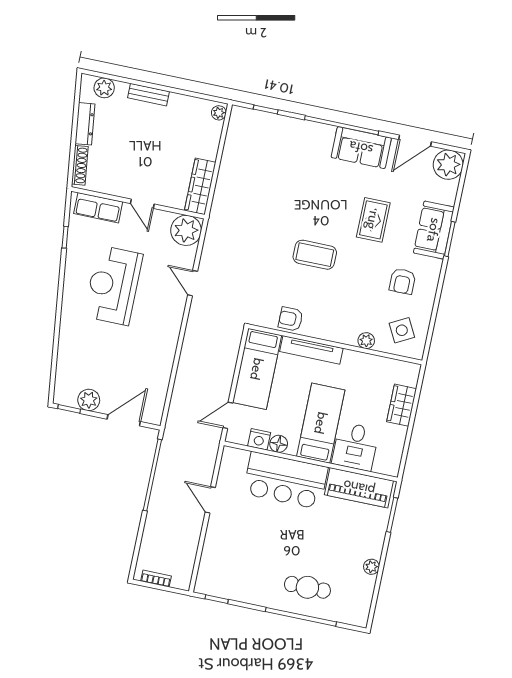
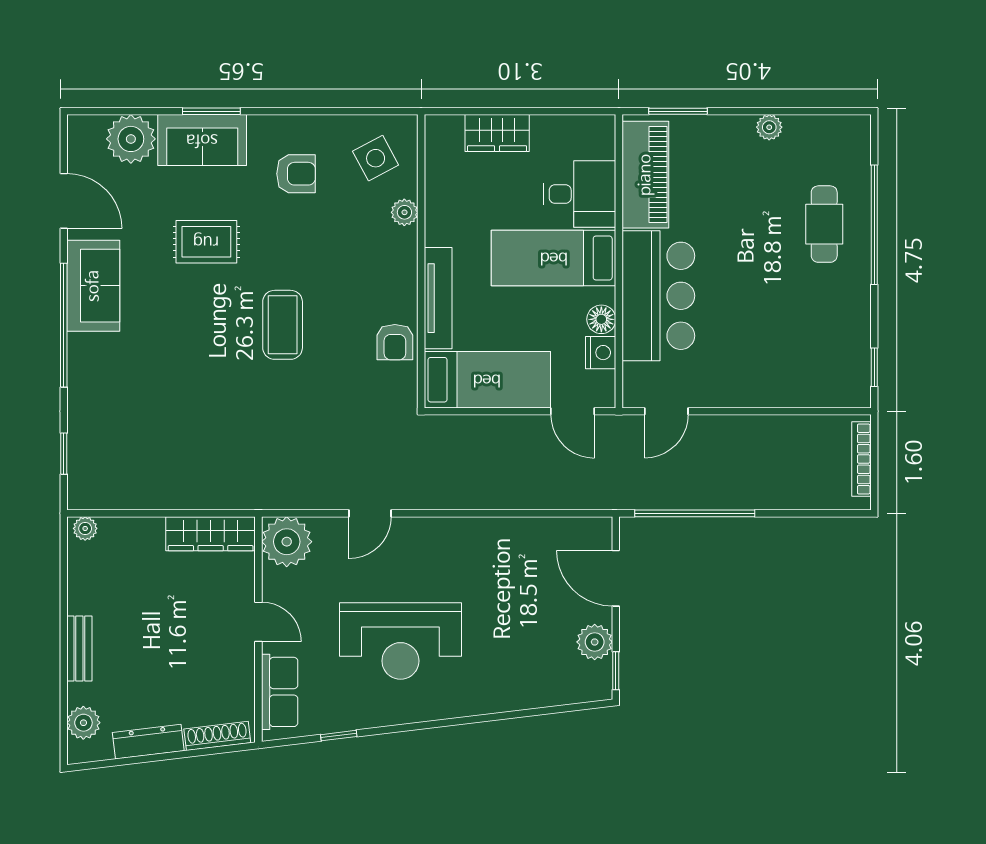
plant: (448, 165) -> (131, 139), moved
door: (142, 204) -> (258, 622), hinge flipped
door: (210, 500) -> (666, 411), moved
bookcase: (156, 579) -> (861, 459), width x1.56

